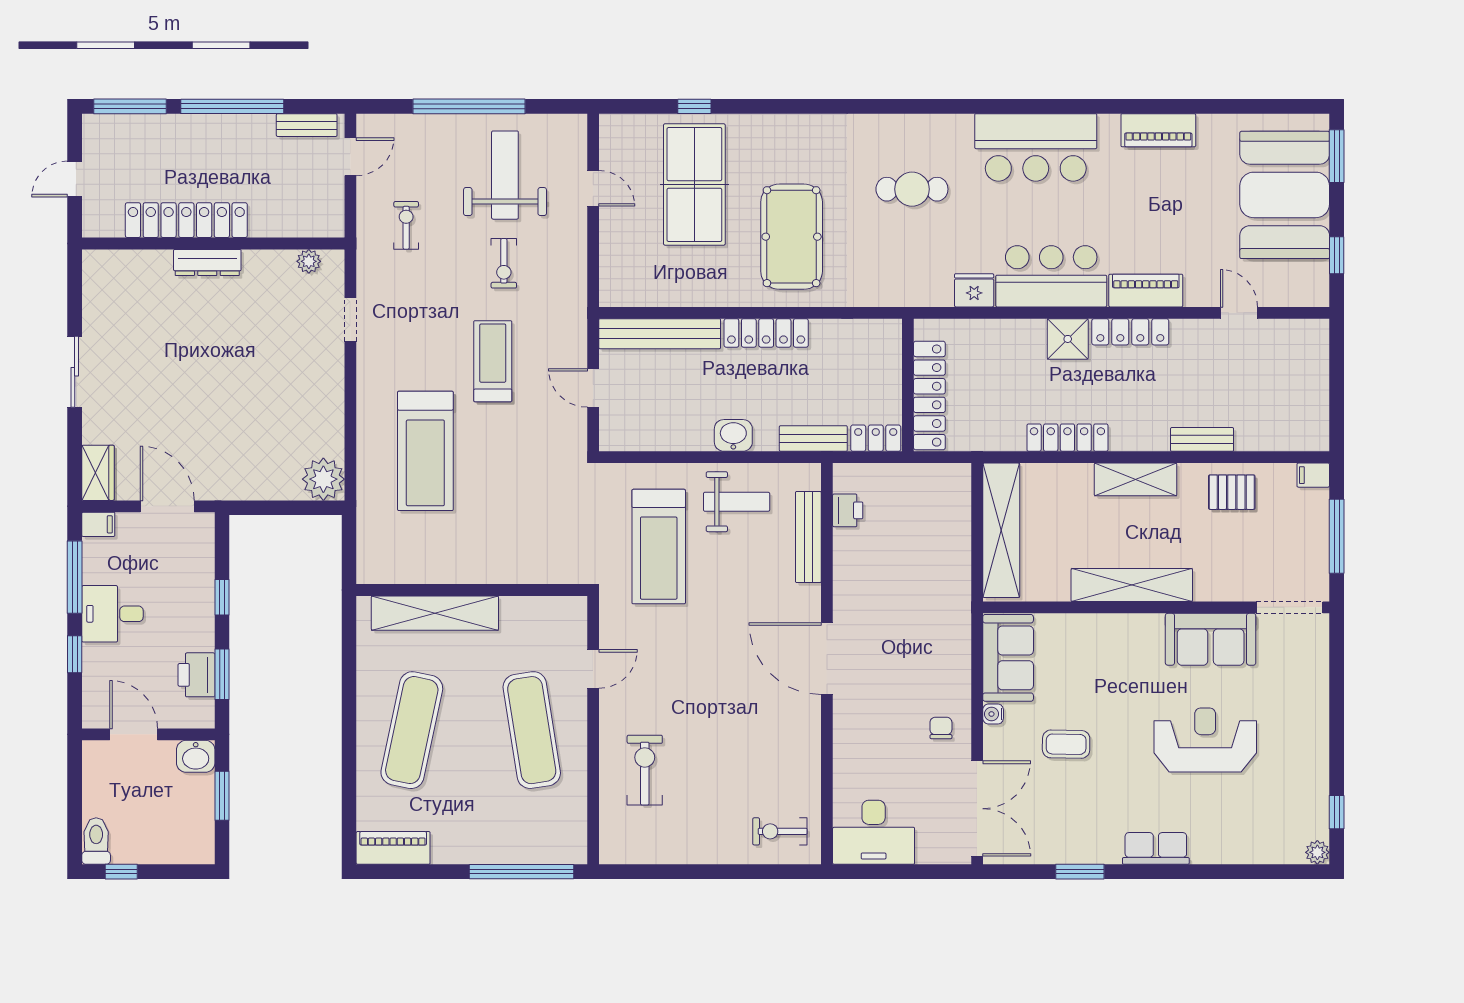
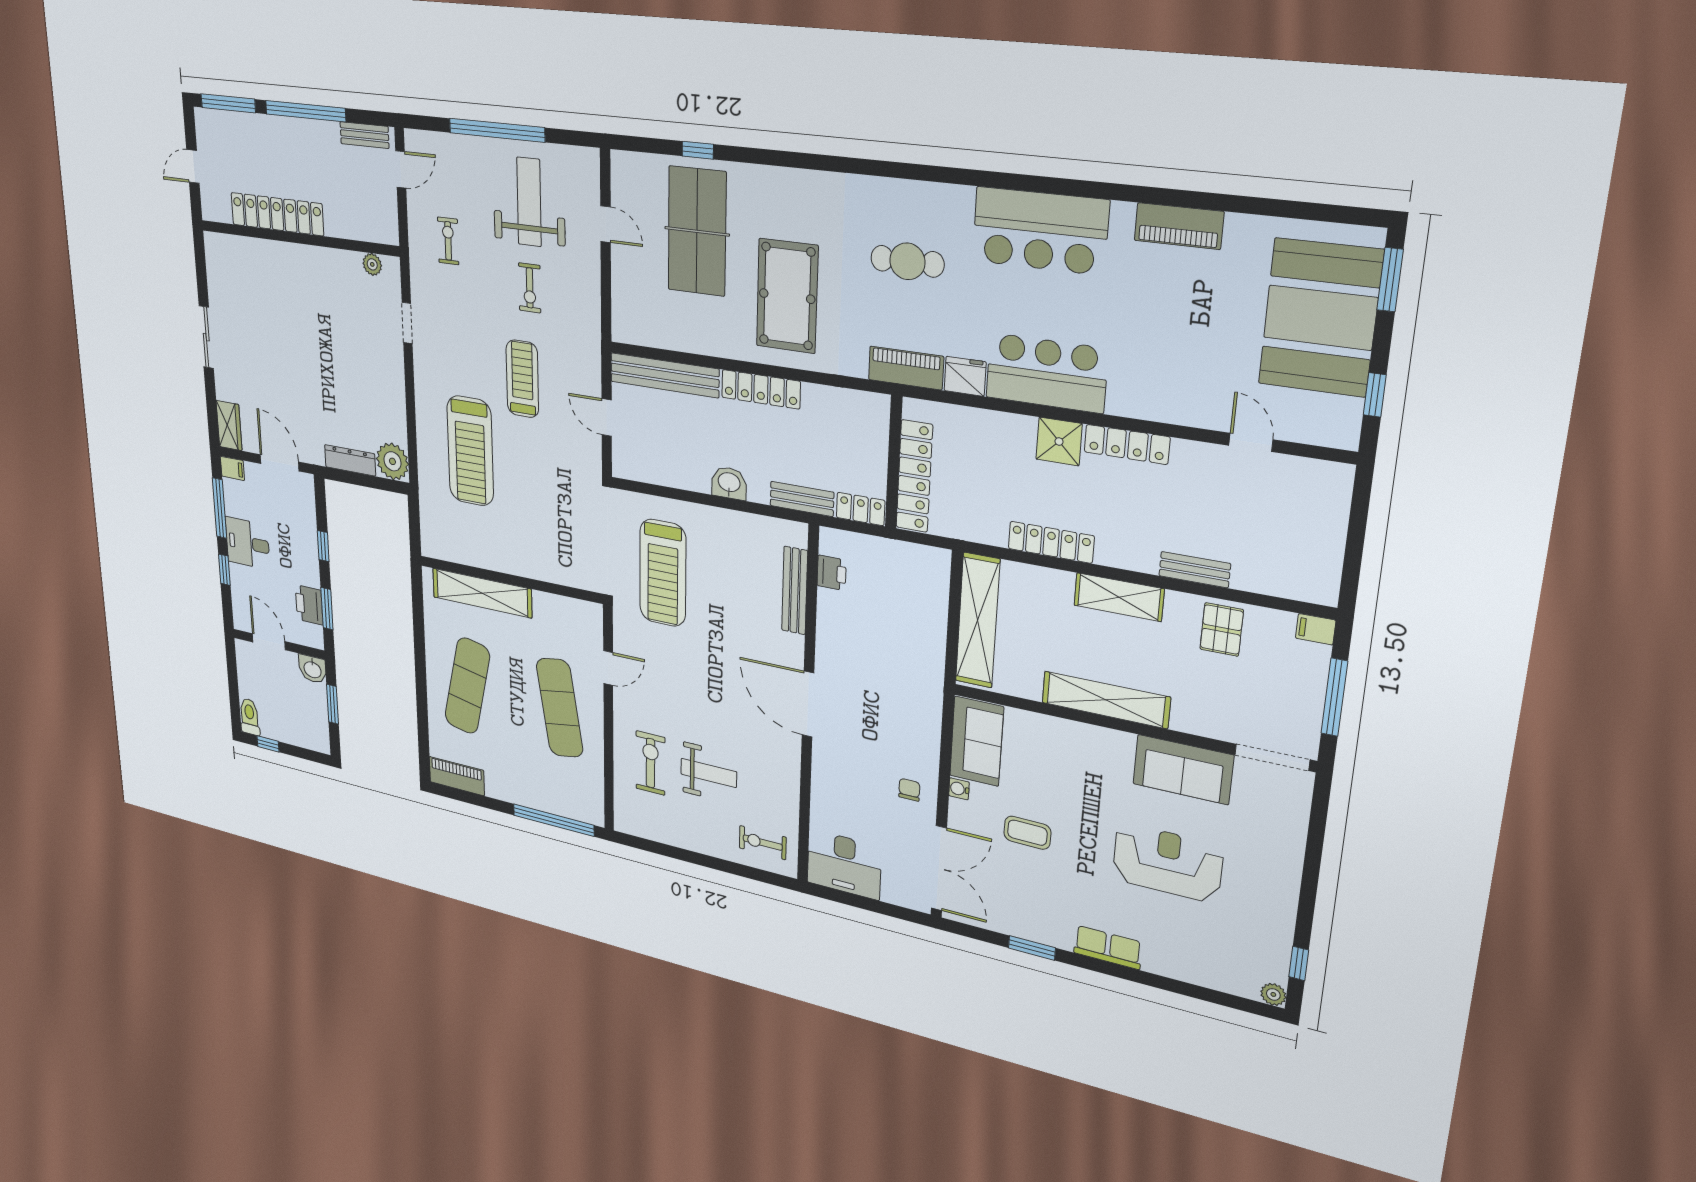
dresser: (207, 262) -> (350, 460), moved, turned 180
piano: (1146, 291) -> (906, 368), moved
pallet: (1232, 492) -> (1222, 629), turned 90
weight bench: (737, 502) -> (709, 773), moved

